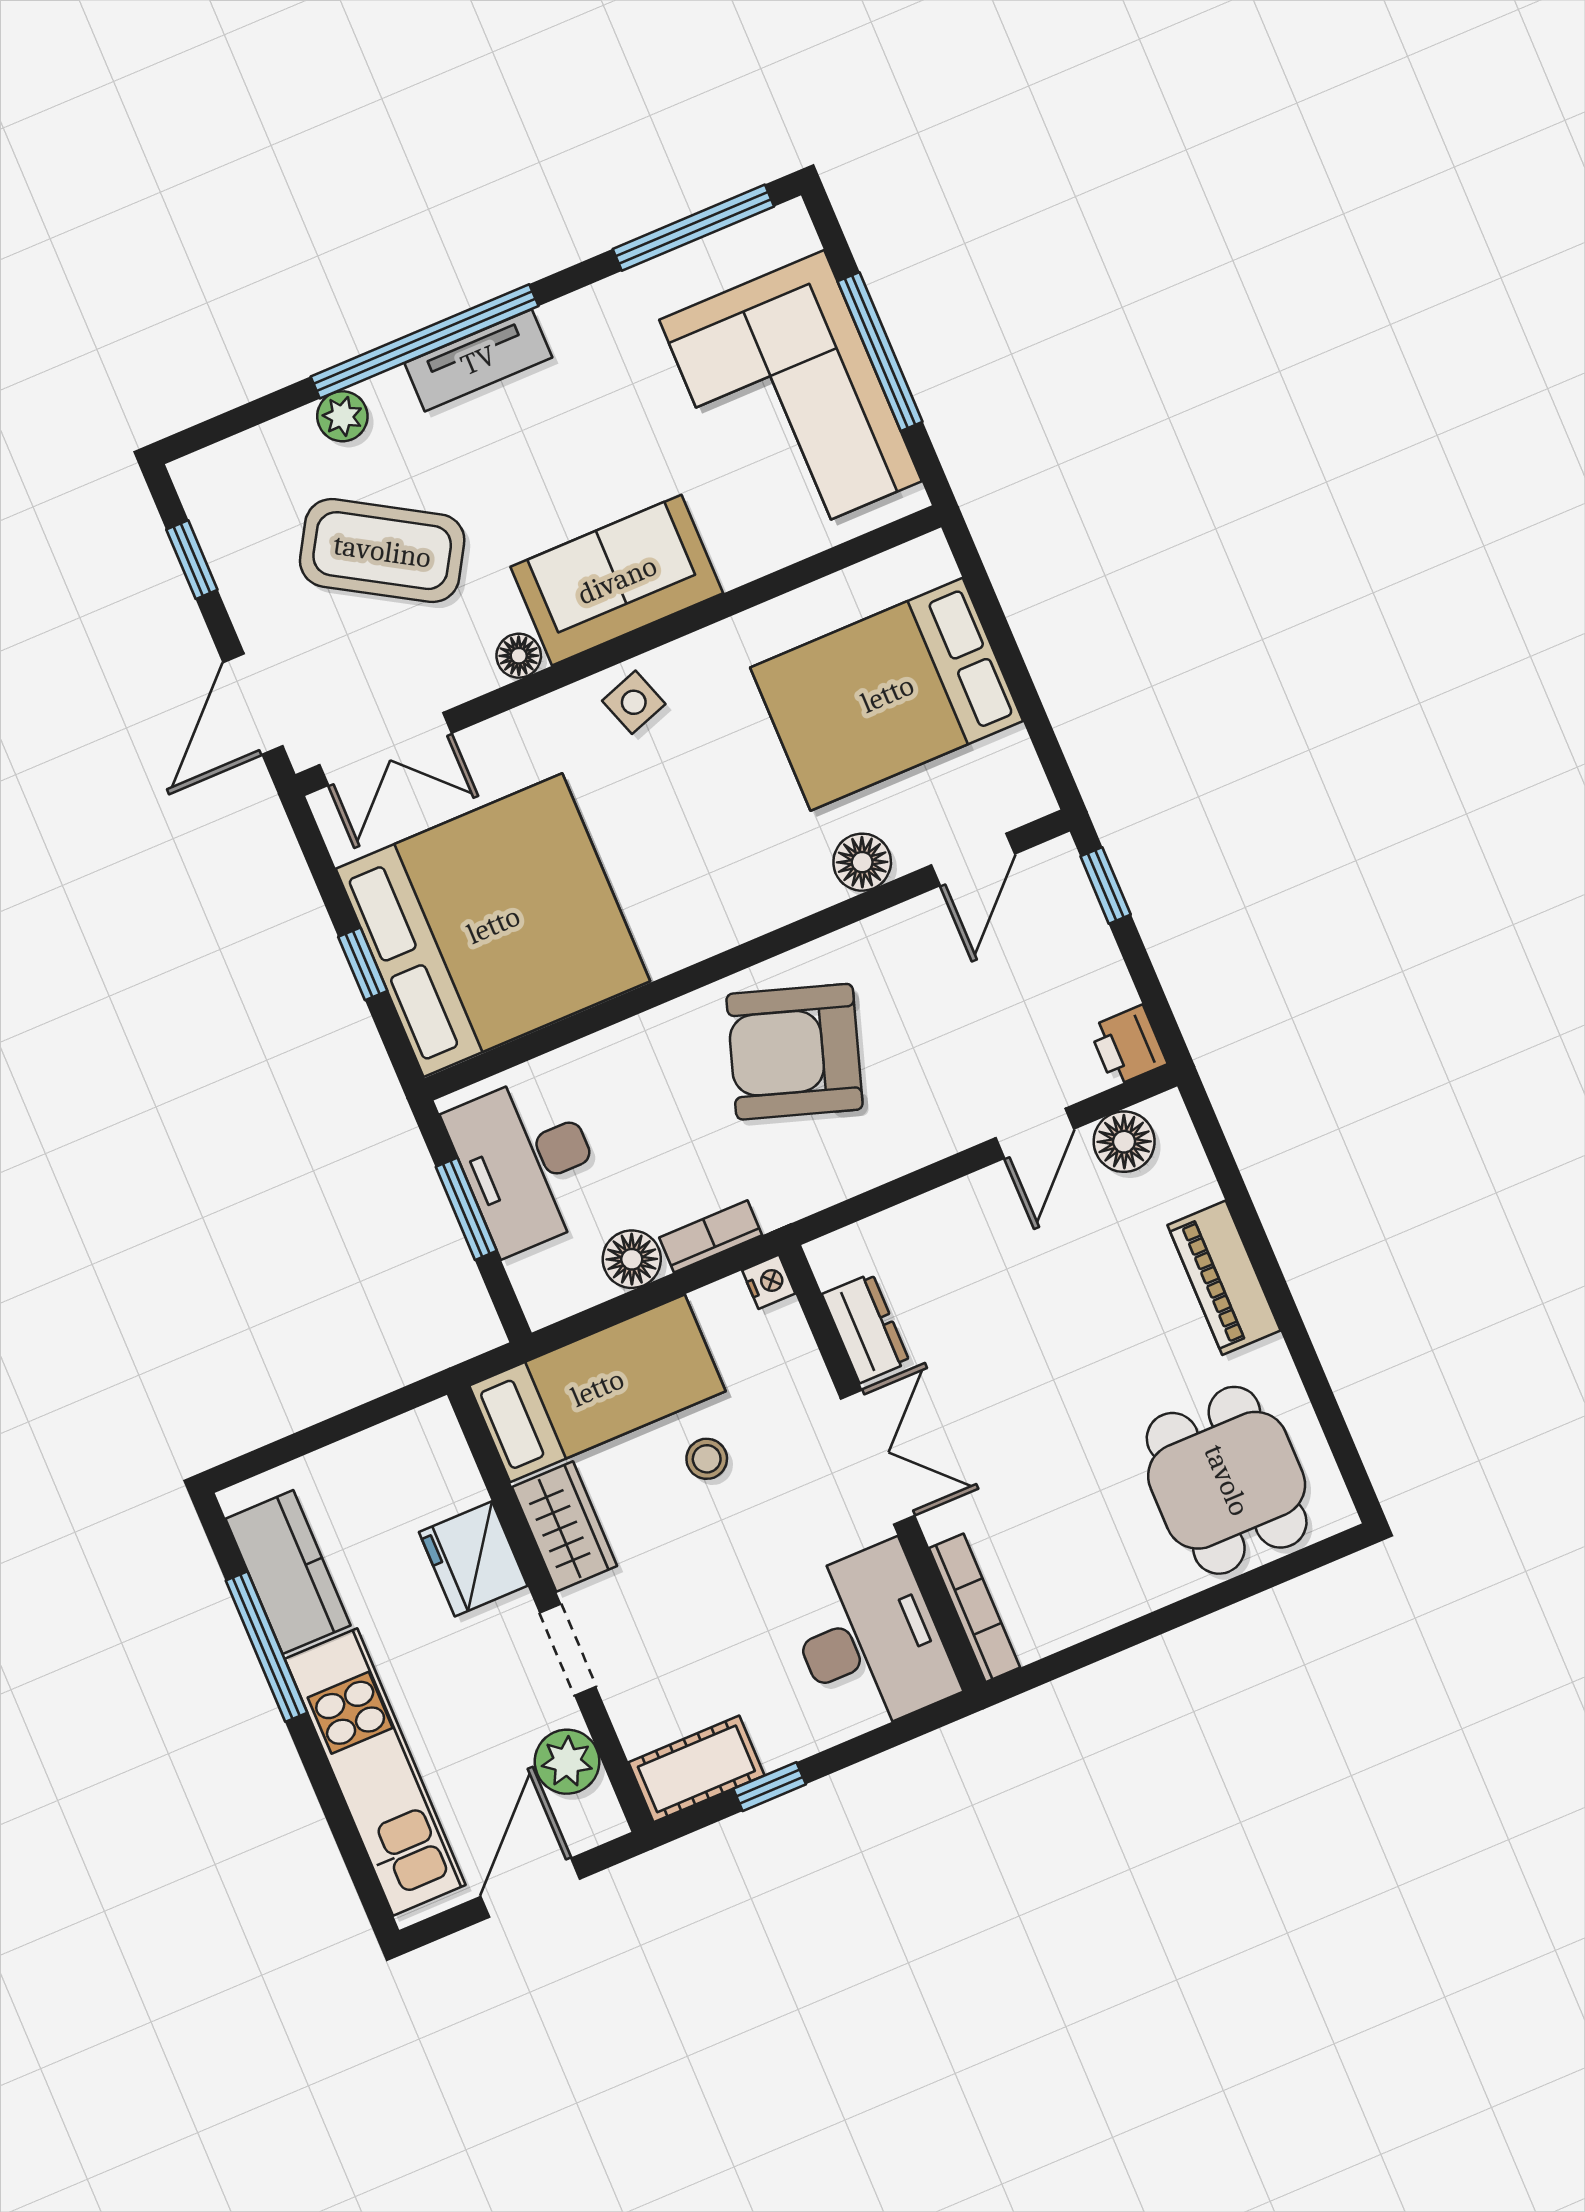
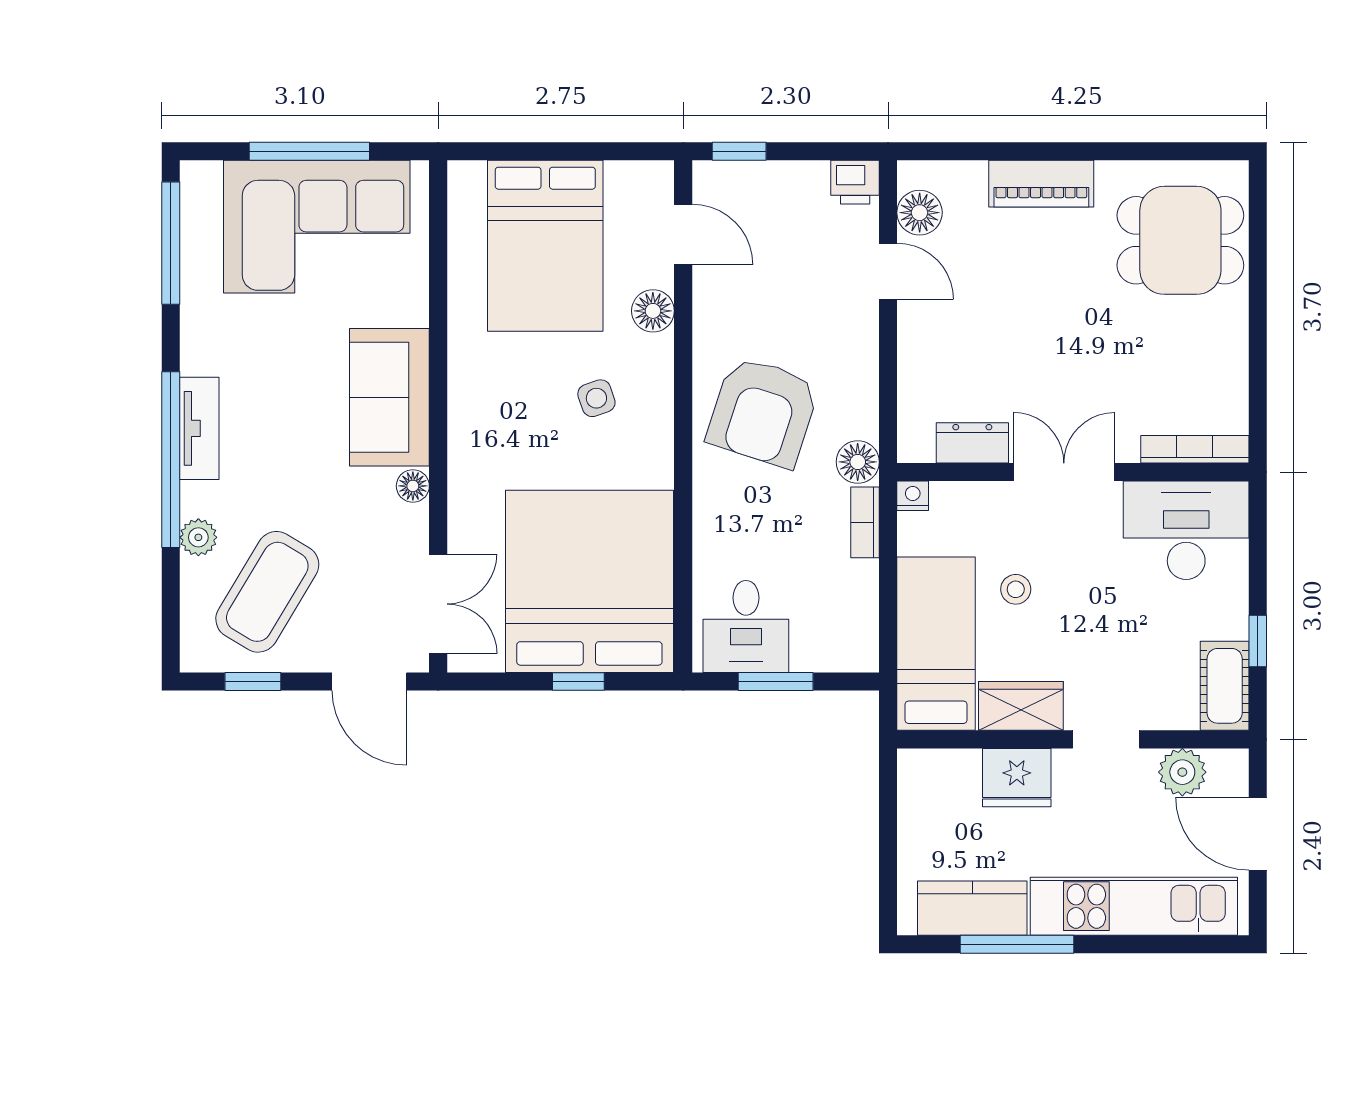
coffee table: (382, 551) -> (267, 592), moved
side table: (634, 702) -> (596, 398), moved
desk: (527, 1163) -> (746, 626), width x0.73
floor lamp: (632, 1259) -> (858, 462), moved

